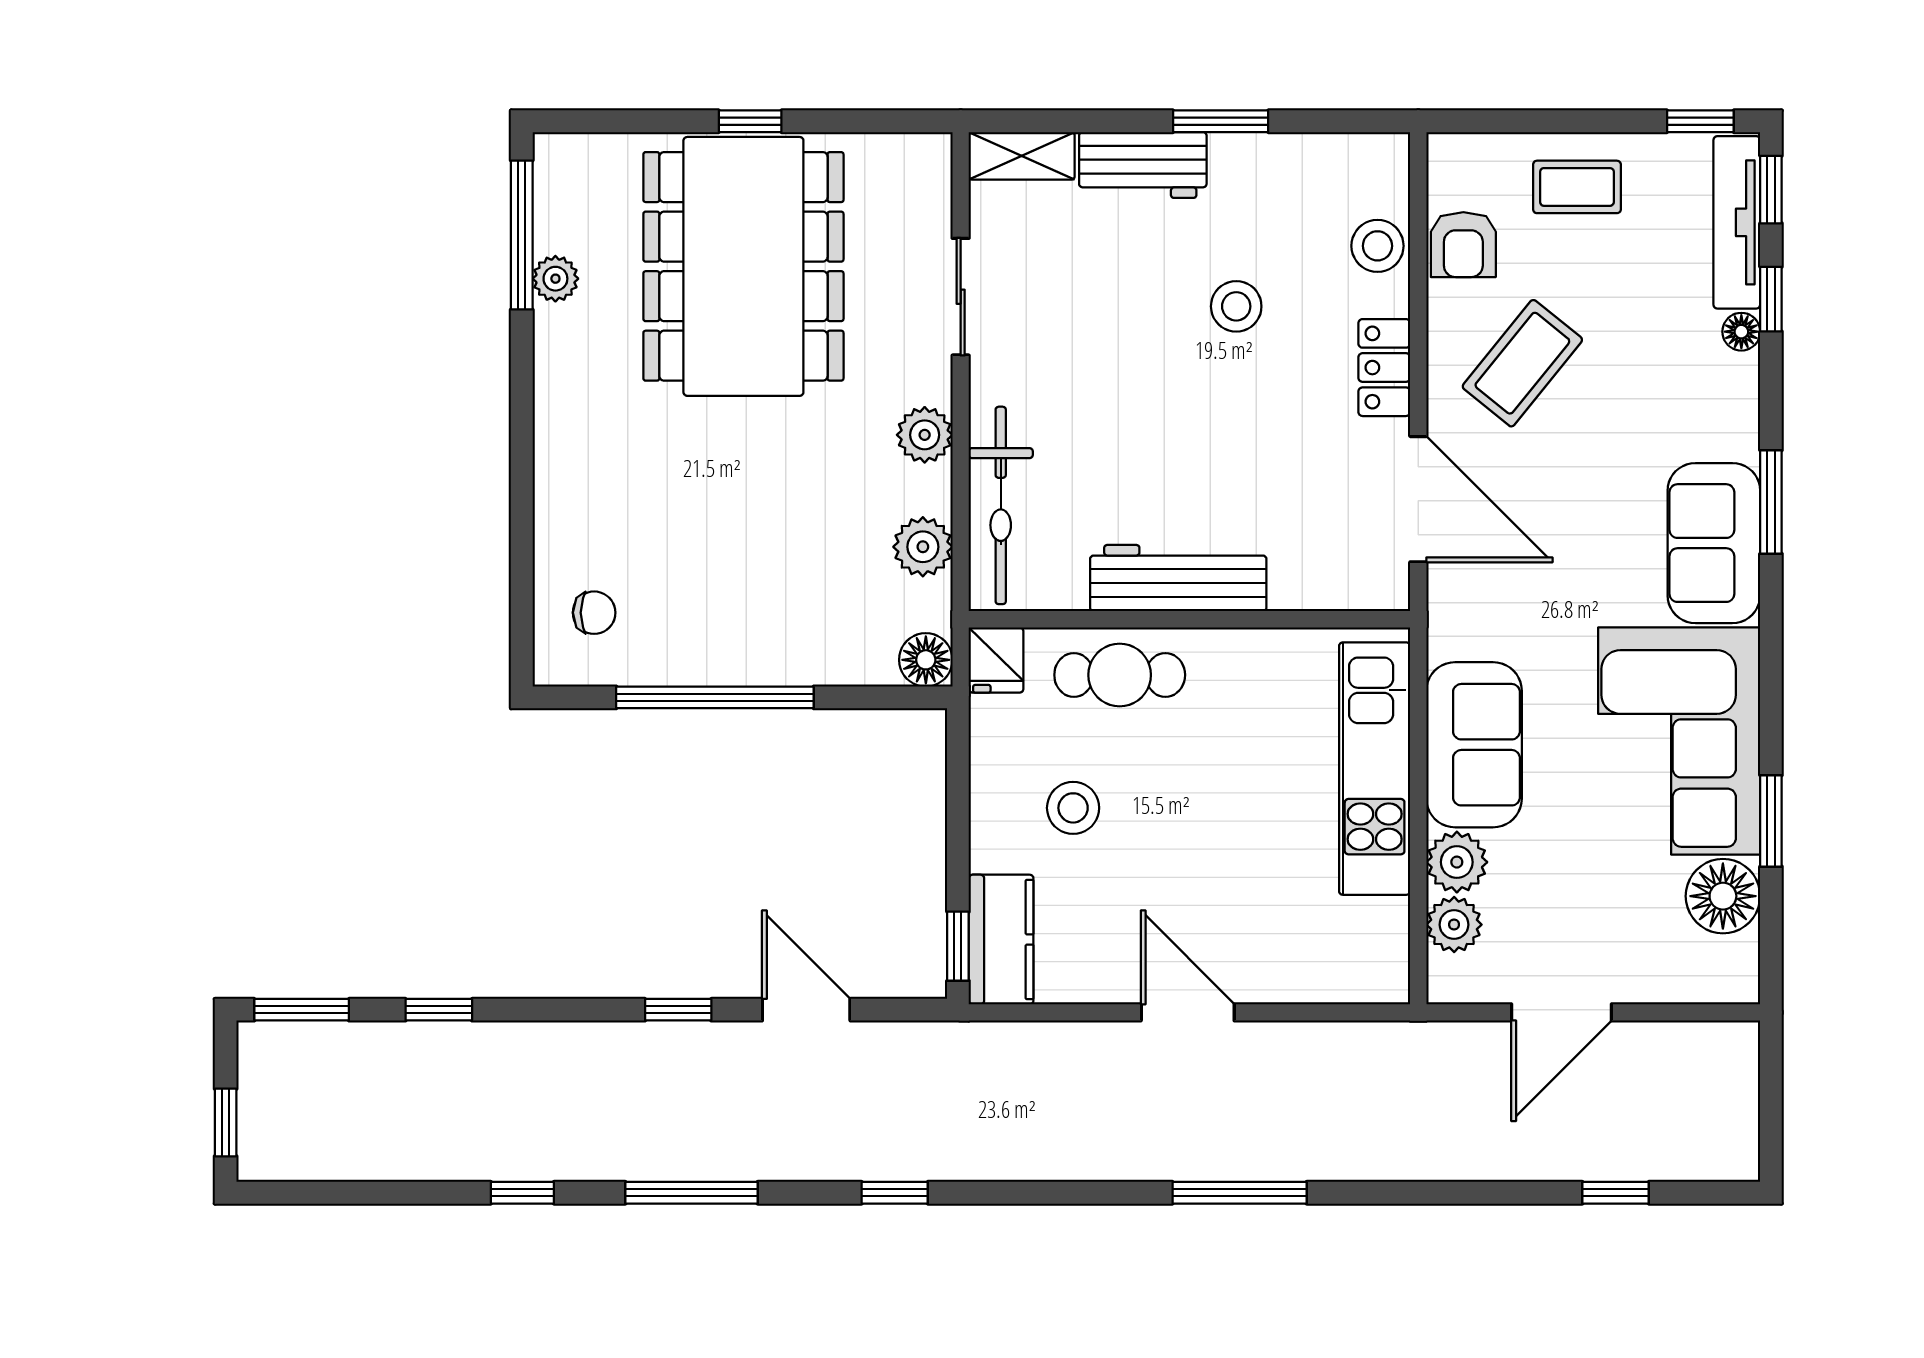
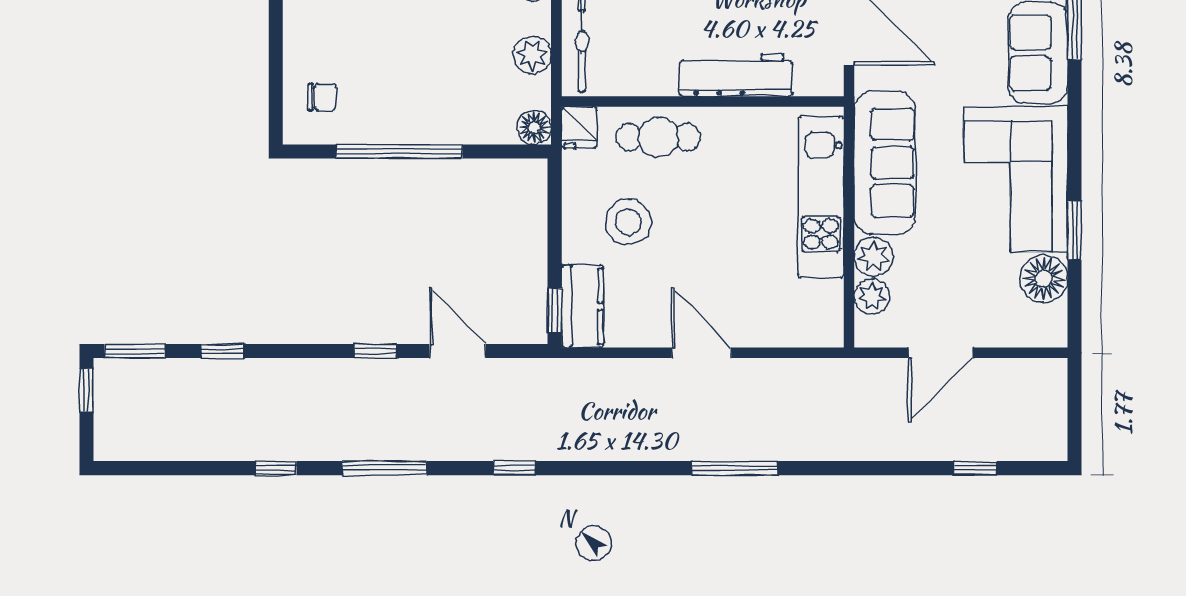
workbench: (1178, 578) -> (736, 75), moved
sofa: (1474, 745) -> (885, 163), width x1.36
stool: (1073, 808) -> (628, 222), width x1.38, depth x1.38
window: (226, 1123) -> (86, 390), moved

